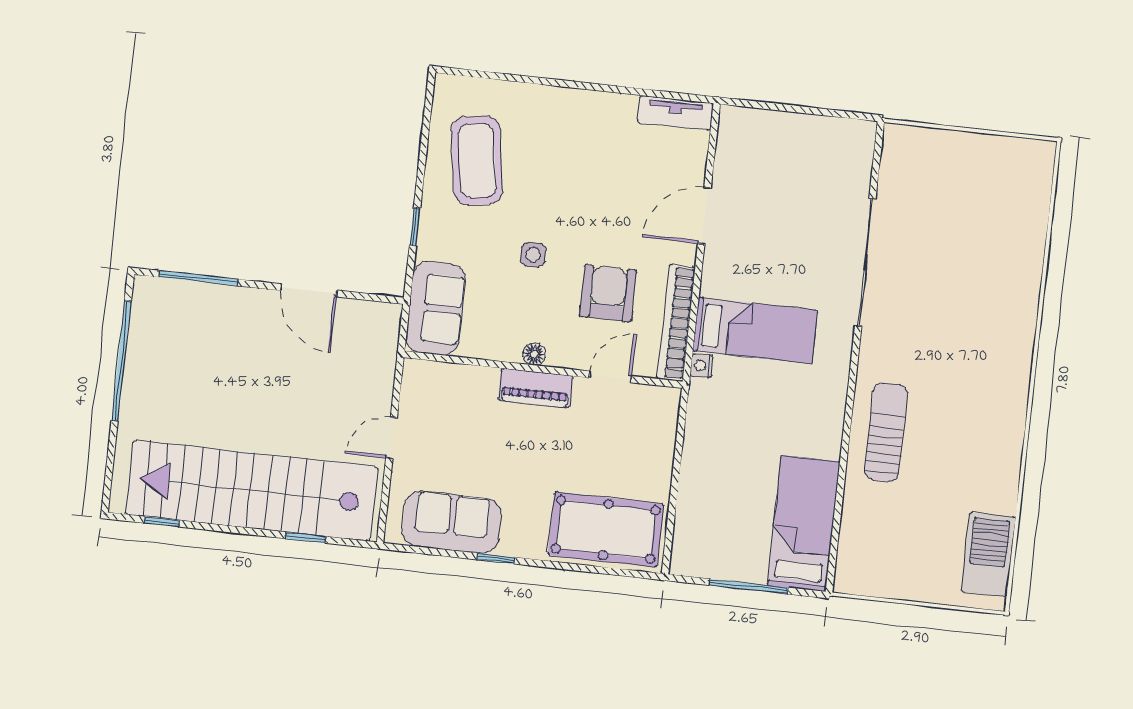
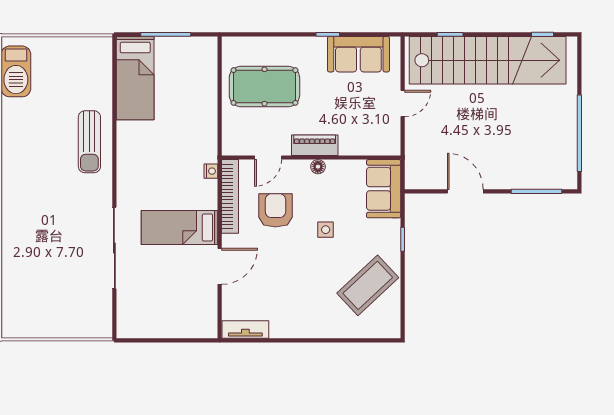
coffee table: (477, 160) -> (368, 285), turned 56
armchair: (608, 293) -> (275, 210), turned 180
bed: (755, 330) -> (180, 227), moved
pool table: (606, 529) -> (264, 86), moved

